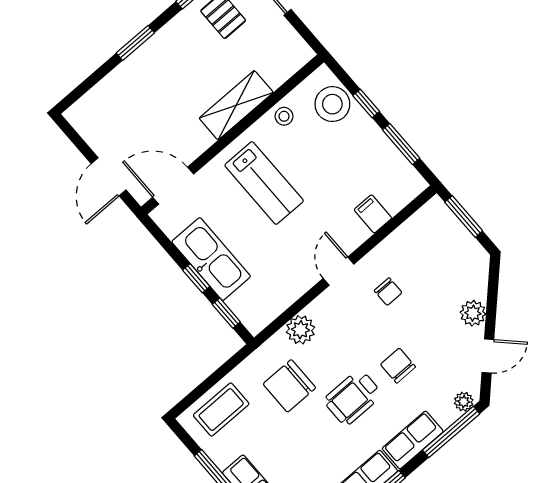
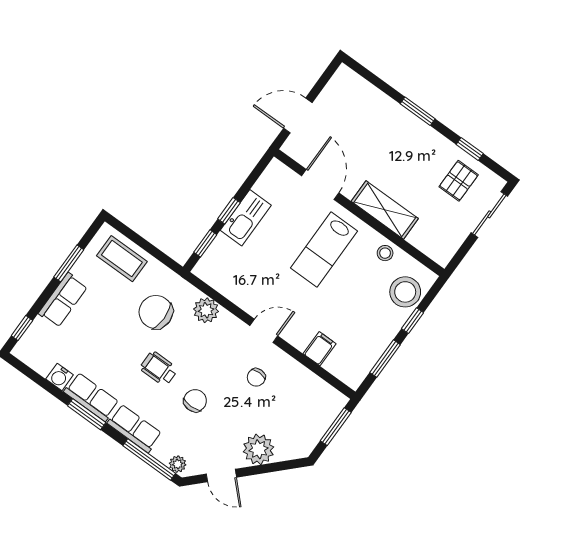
door: (173, 186) -> (320, 184), moved
kitchen sink: (211, 259) -> (246, 218), width x0.73, depth x0.81
plant: (473, 313) -> (258, 449), width x1.36, depth x1.36
wheelchair: (353, 398) -> (159, 369), width x0.73, depth x0.73

